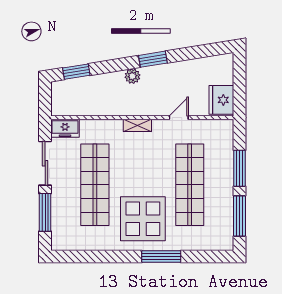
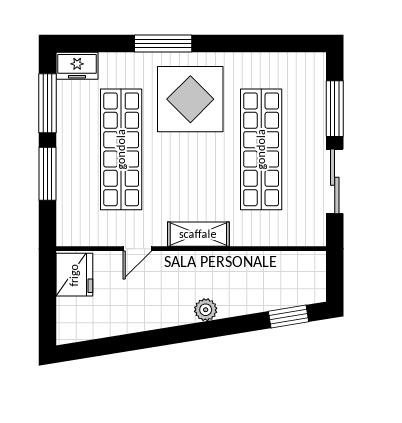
window: (153, 59) -> (175, 335), removed
shelving: (137, 125) -> (198, 234), width x1.50, depth x1.33
freezer: (65, 128) -> (77, 66), moved, turned 180

